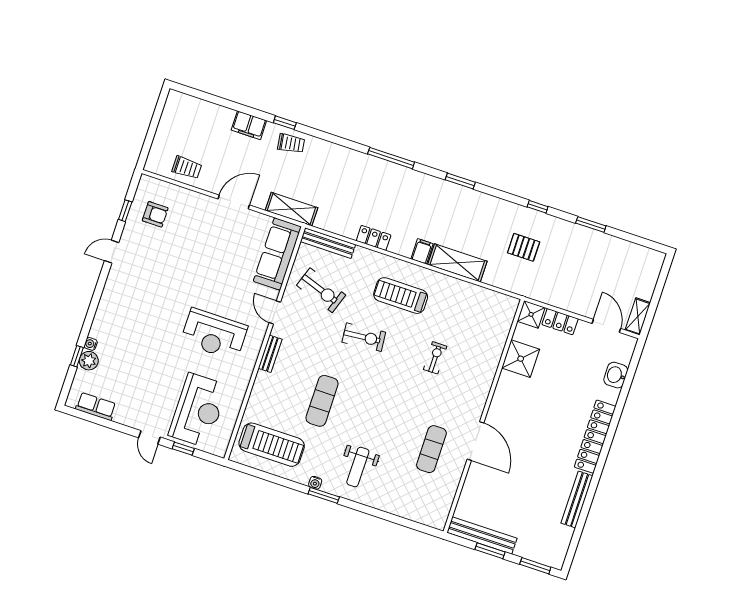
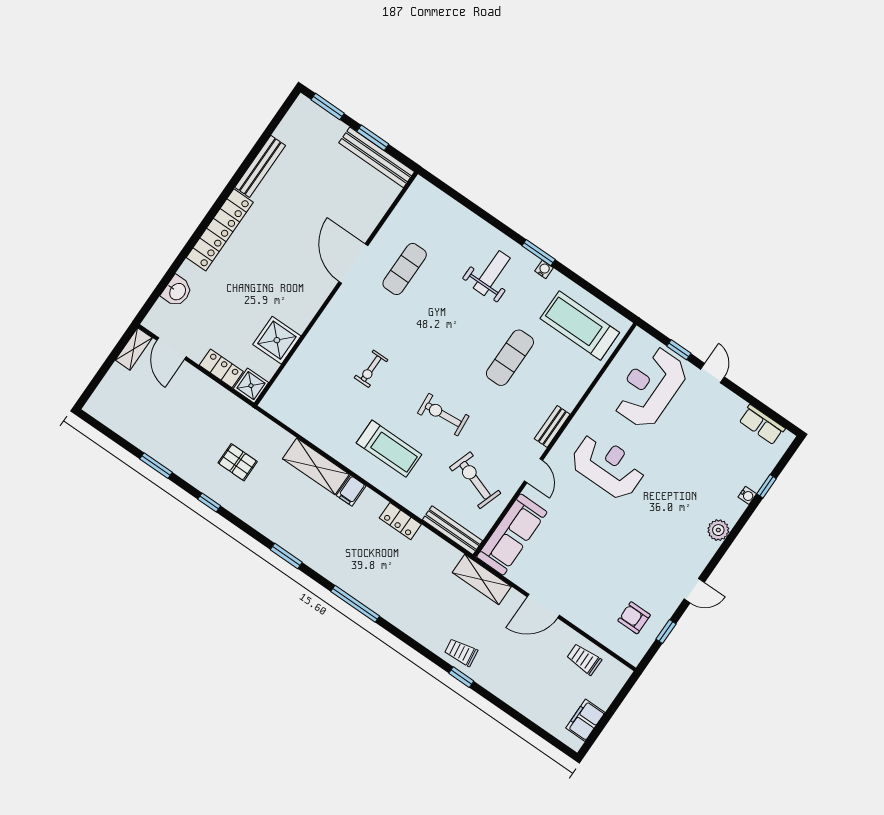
filing cabinet: (249, 125) -> (585, 720), moved, turned -90
plant: (89, 361) -> (718, 530), moved

